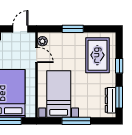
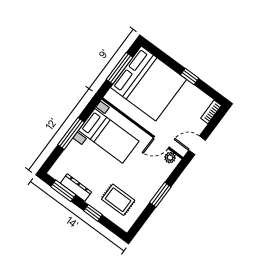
door: (20, 29) -> (197, 145), swing flipped
rug: (97, 55) -> (118, 200), width x0.73, depth x0.70
dresser: (111, 100) -> (76, 188), moved

